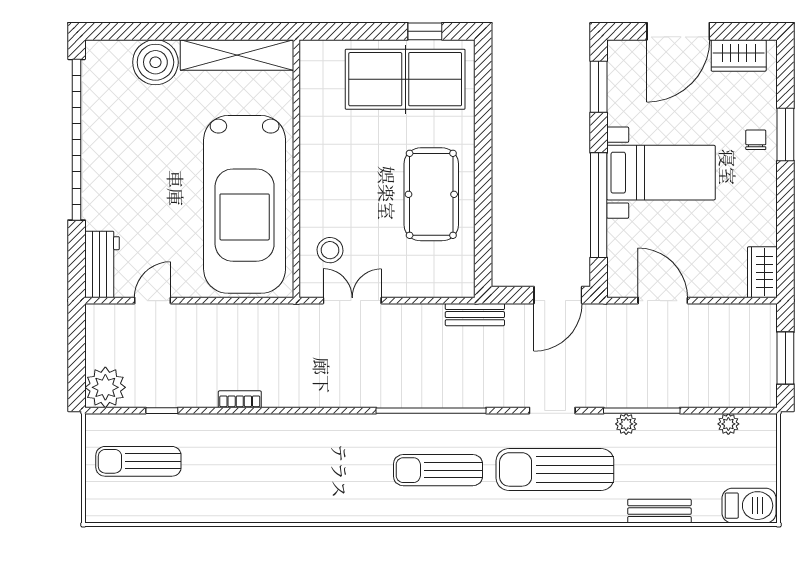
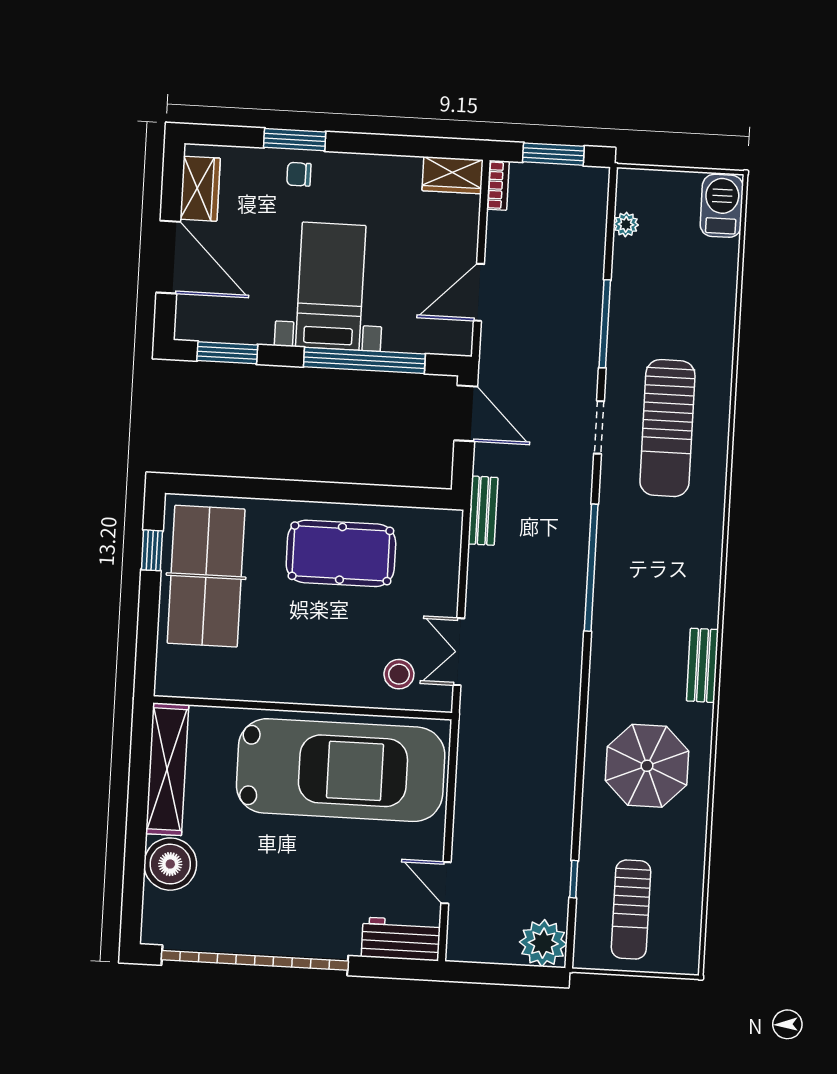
bookcase: (240, 399) -> (498, 185), moved, turned 180
plant: (626, 424) -> (619, 343), removed
parasol: (263, 468) -> (647, 766), added
sun lounger: (438, 470) -> (661, 563), removed
bench: (659, 511) -> (702, 665), moved

